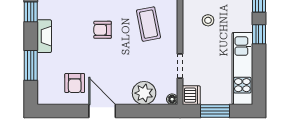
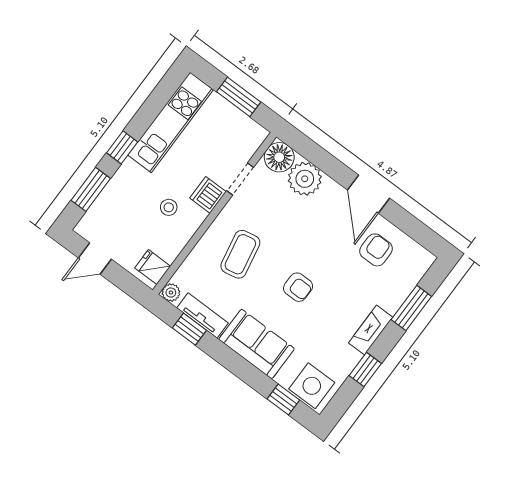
dishwasher: (191, 95) -> (208, 195), moved
floor lamp: (172, 99) -> (279, 157), width x1.89, depth x1.89

